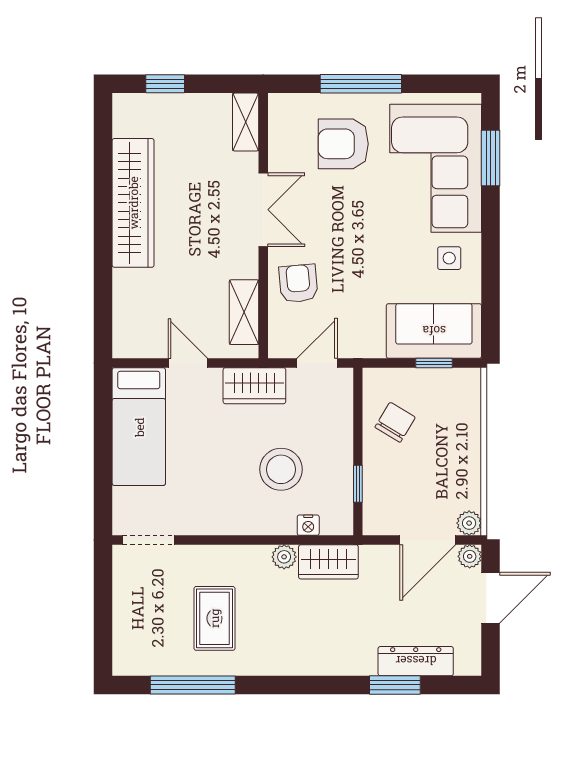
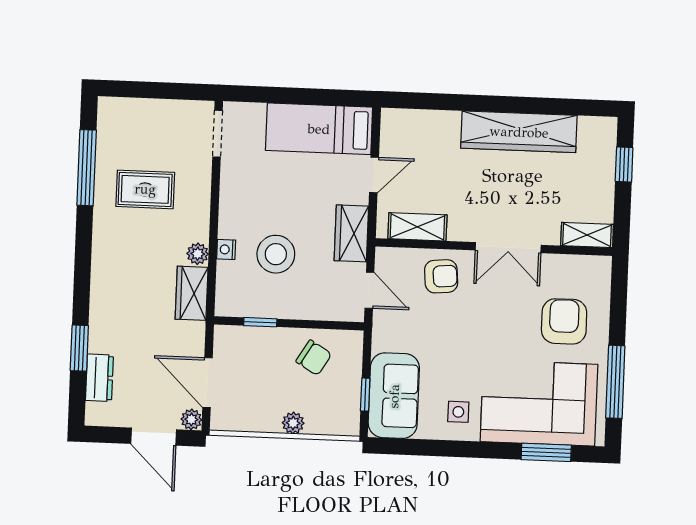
window: (361, 84) -> (615, 382), moved
plant: (469, 523) -> (293, 423), moved
nightstand: (308, 525) -> (226, 249), moved
dresser: (416, 661) -> (99, 378), width x0.70

